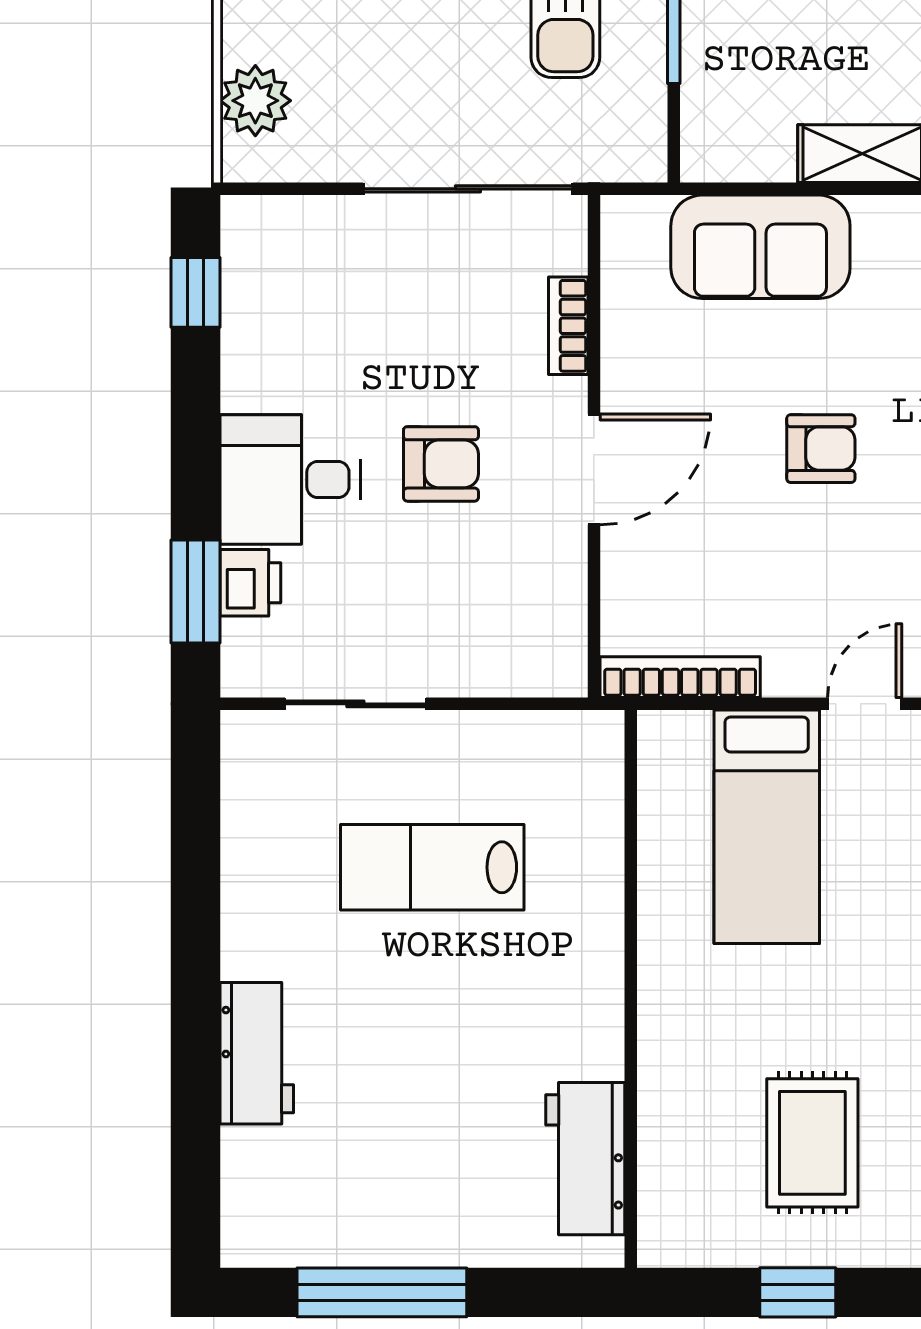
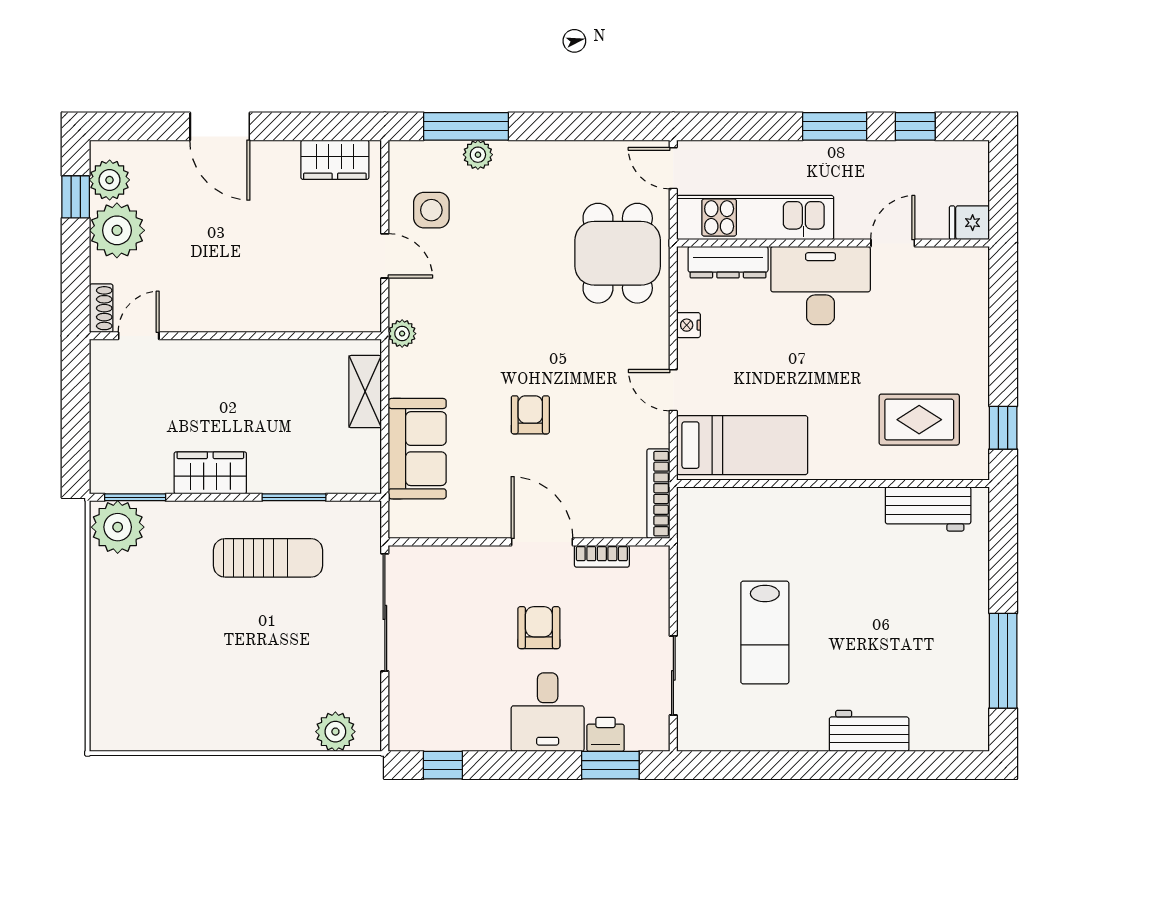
bookcase: (568, 326) -> (602, 556), moved
wall: (631, 989) -> (833, 483), moved
workbench: (585, 1159) -> (928, 509), moved

